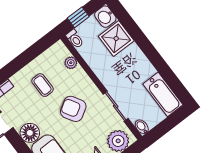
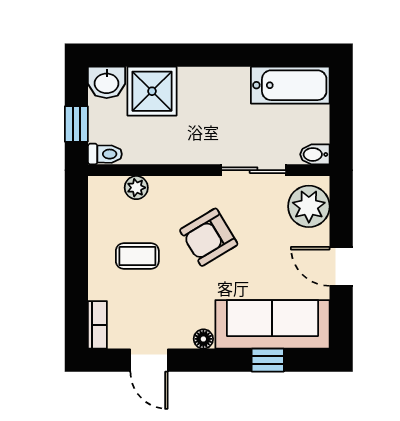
floor lamp: (30, 133) -> (203, 339), width x0.53, depth x0.53

